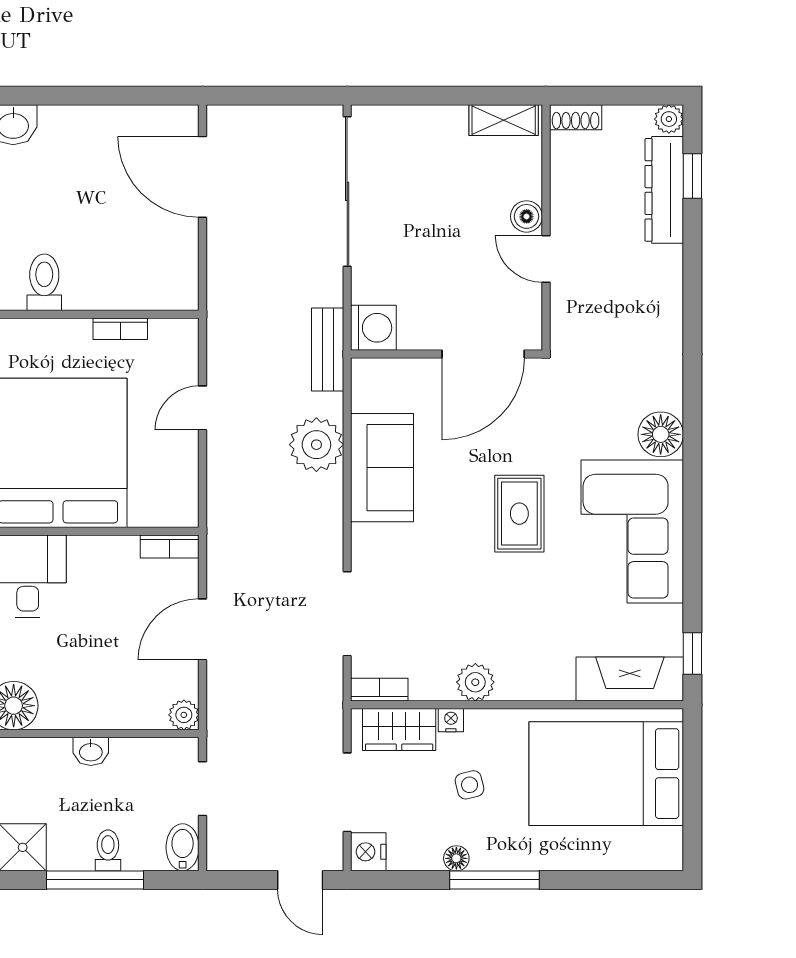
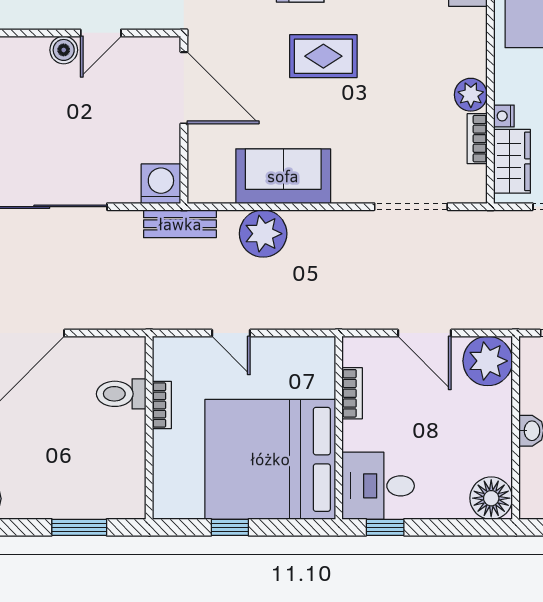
toilet: (44, 282) -> (121, 394), moved
bookcase: (170, 546) -> (352, 393), moved
bookcase: (379, 690) -> (477, 139), moved
plant: (184, 715) -> (488, 361), width x1.88, depth x1.88

